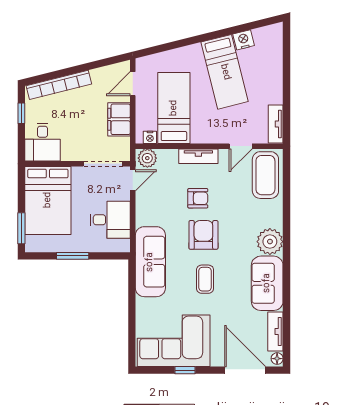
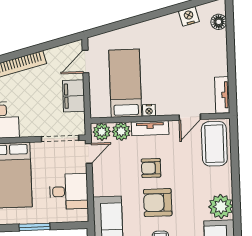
floor lamp: (275, 47) -> (219, 22), added
bed: (225, 72) -> (172, 47), removed
nightstand: (150, 137) -> (149, 110), moved
plant: (168, 159) -> (121, 131), added
armchair: (198, 198) -> (151, 168), turned 180
armchair: (203, 235) -> (158, 203), turned -90

